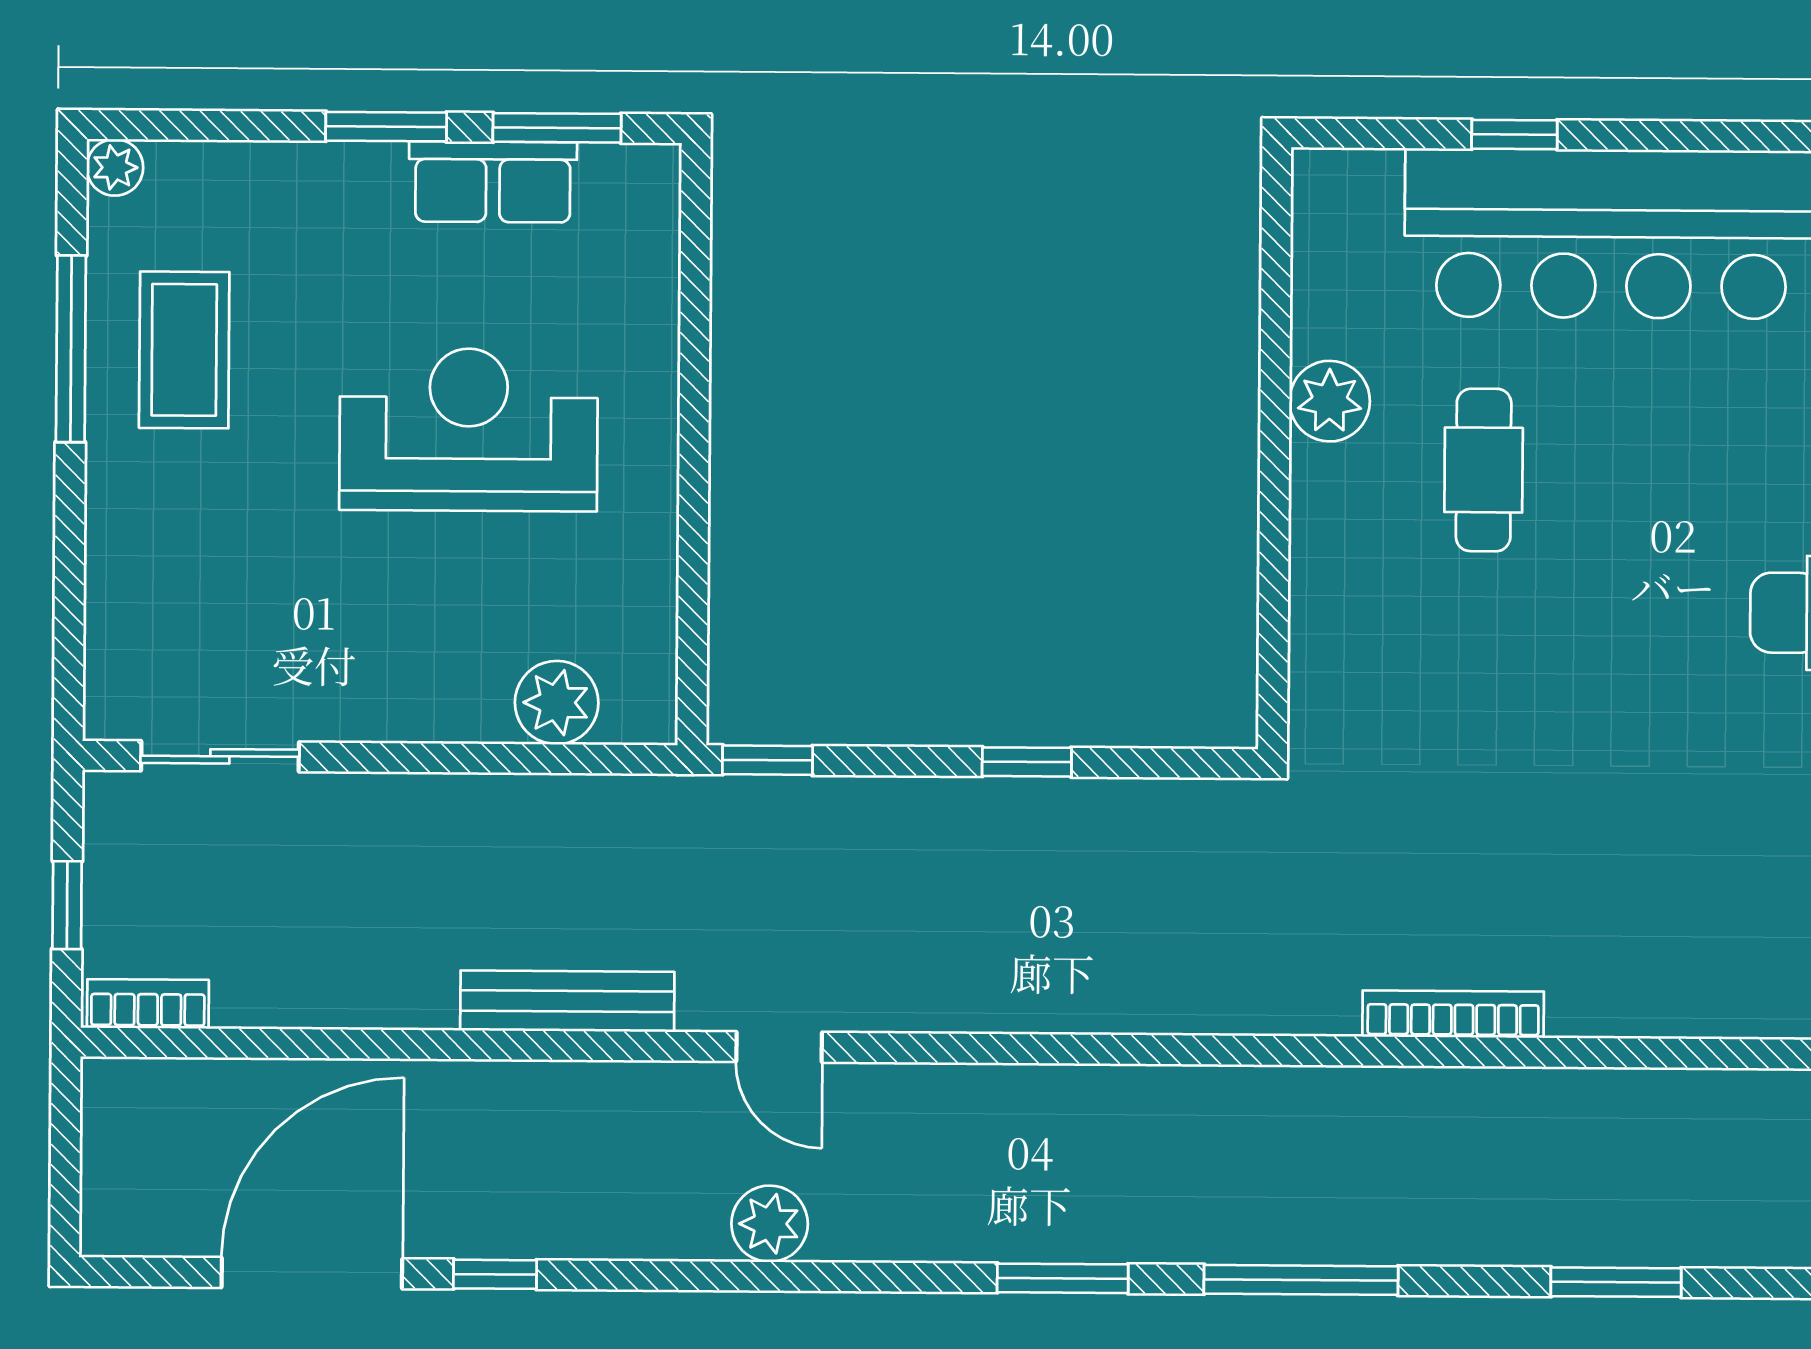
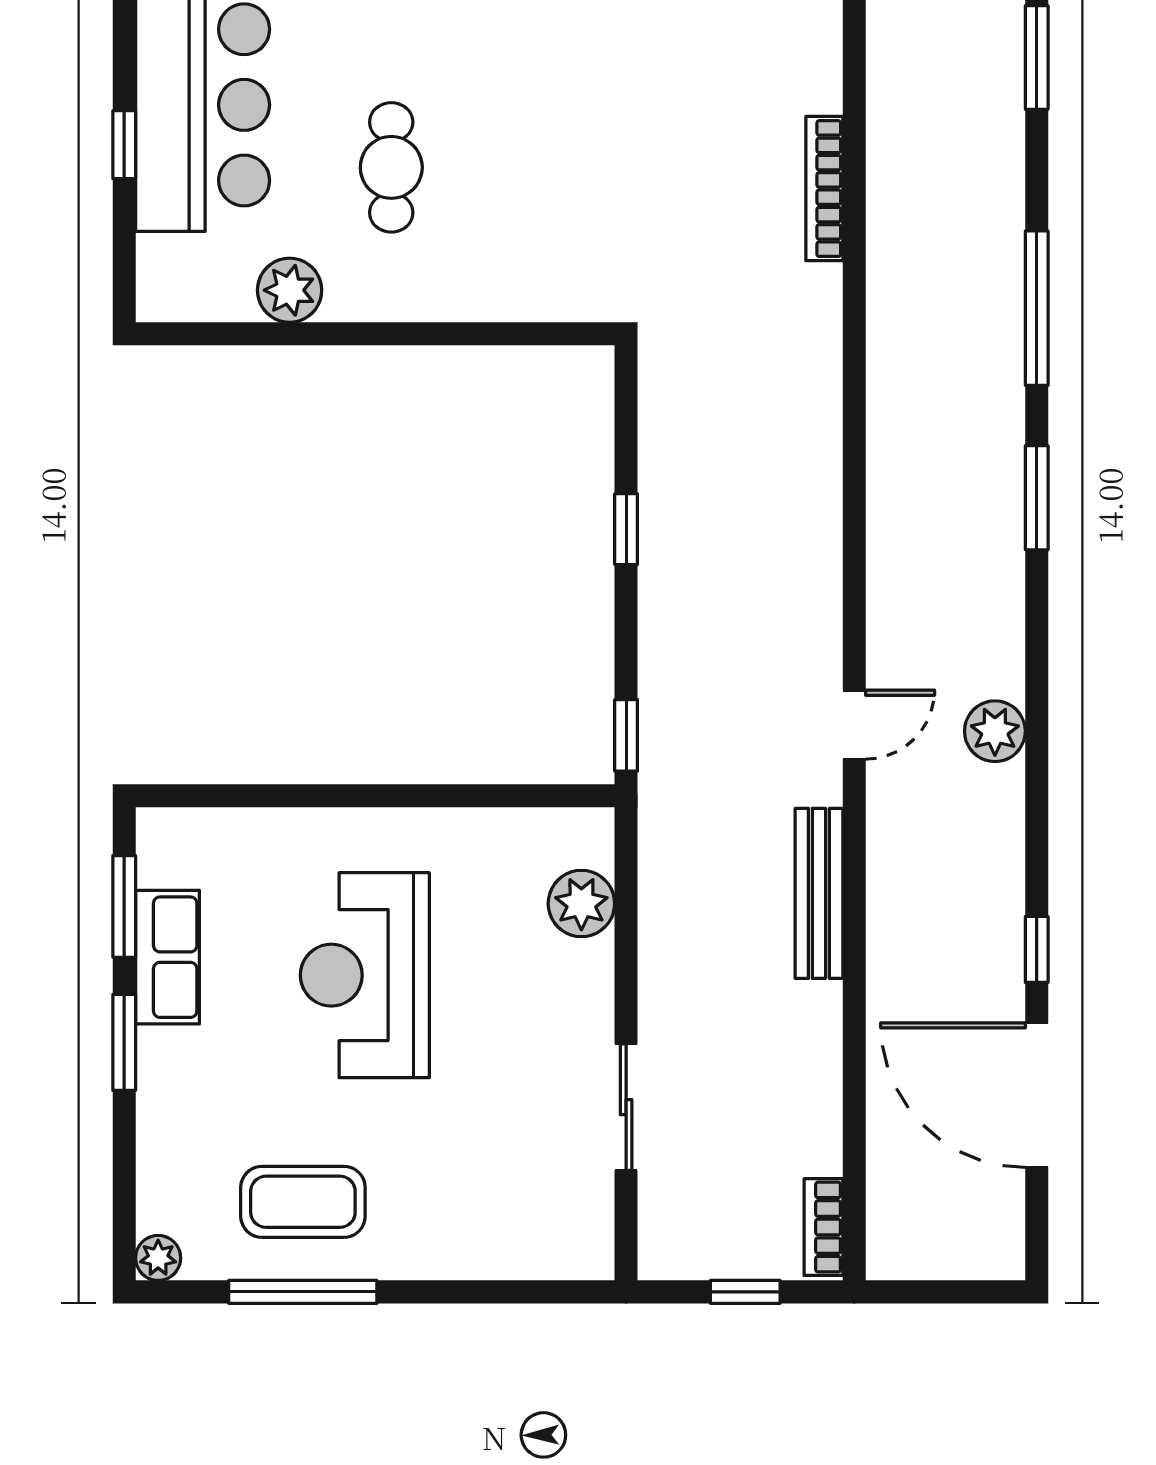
plant: (1330, 401) -> (290, 290), moved
cafe table: (1484, 470) -> (391, 167), turned 90
sliding door: (220, 756) -> (626, 1107), moved

